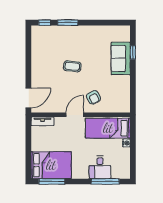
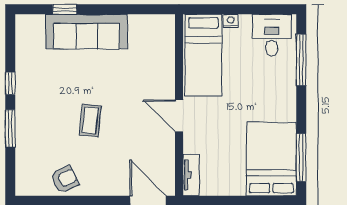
window: (45, 23) -> (10, 83), moved
sofa: (121, 58) -> (87, 32), width x1.36
armchair: (94, 97) -> (65, 179), moved
desk: (100, 167) -> (272, 35), moved, turned -90

